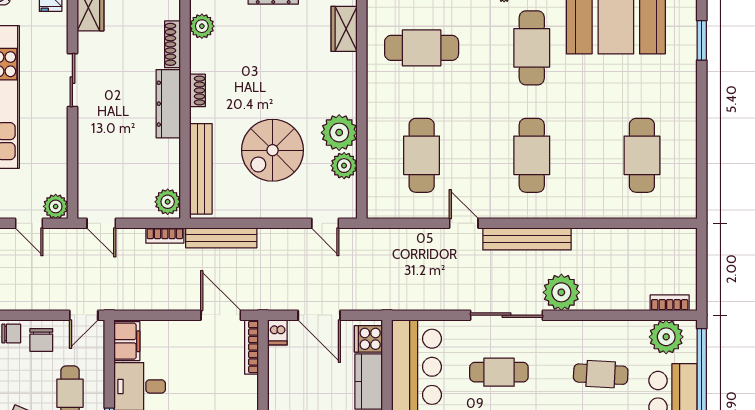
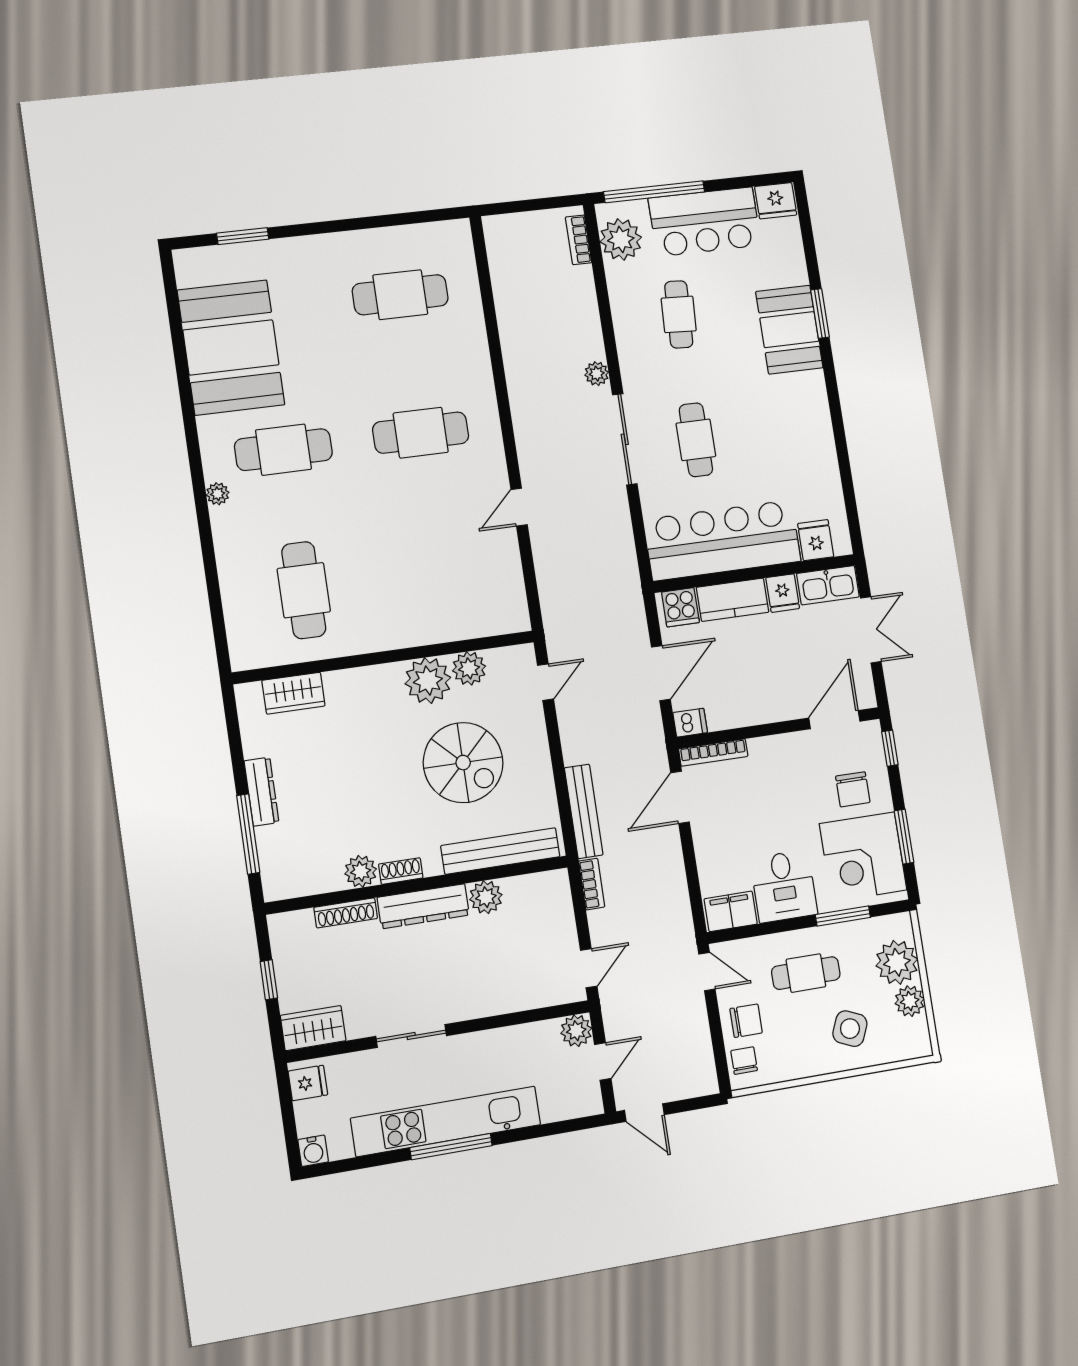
plant: (202, 26) -> (361, 871), moved
cafe table: (422, 155) -> (441, 572), removed
plant: (168, 202) -> (486, 897), moved
bench: (527, 239) -> (526, 426), removed
plant: (561, 292) -> (597, 374), width x0.53, depth x0.53

